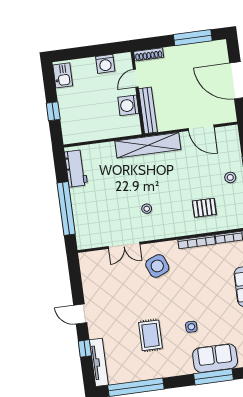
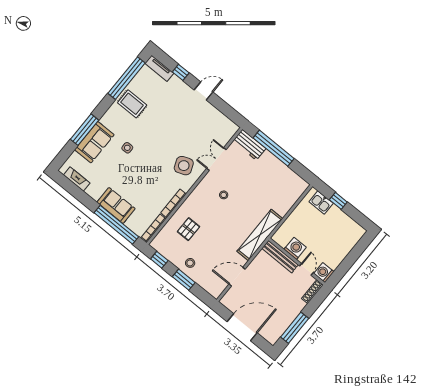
washing machine: (105, 64) -> (324, 273), moved
kitchen sink: (63, 75) -> (321, 202), moved
workbench: (76, 168) -> (249, 145), moved
rug: (150, 335) -> (132, 104), moved
tv unit: (99, 362) -> (159, 68), width x0.71

